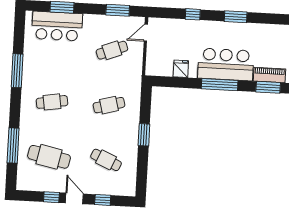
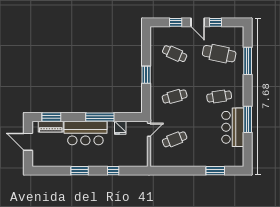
window: (118, 10) -> (172, 171), removed
bar counter: (57, 26) -> (233, 127), moved, turned -90
door: (146, 33) -> (149, 130), moved
window: (220, 85) -> (100, 117), moved

